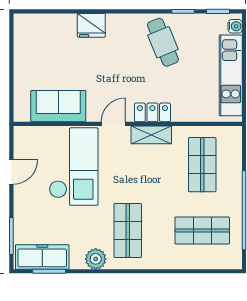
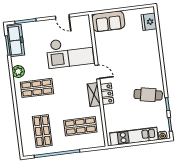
fridge: (91, 25) -> (149, 22), moved
cafe table: (163, 42) -> (148, 95), turned 33
sofa: (58, 106) -> (108, 21), moved, turned 90

